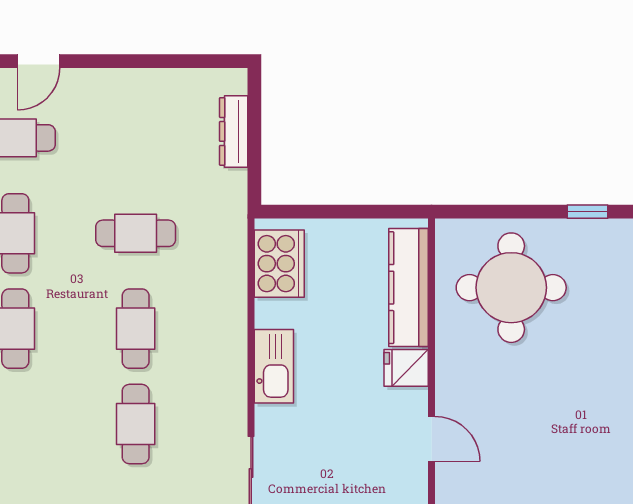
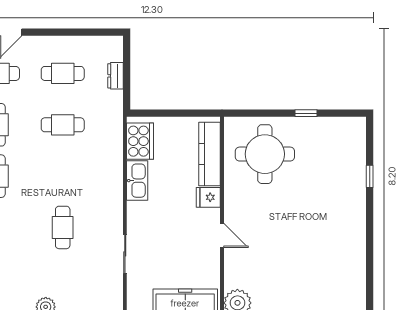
dresser: (234, 131) -> (115, 76), width x0.70
cafe table: (136, 329) -> (63, 73), moved, turned 90
kitchen sink: (274, 366) -> (137, 181), moved

